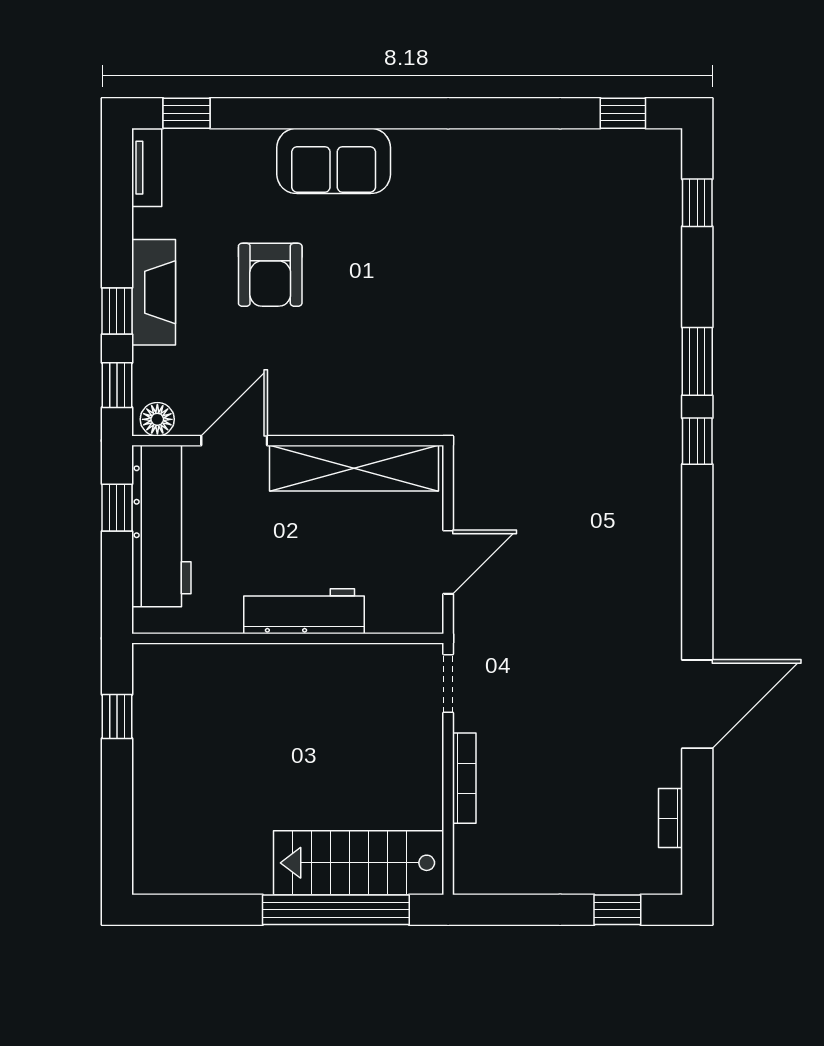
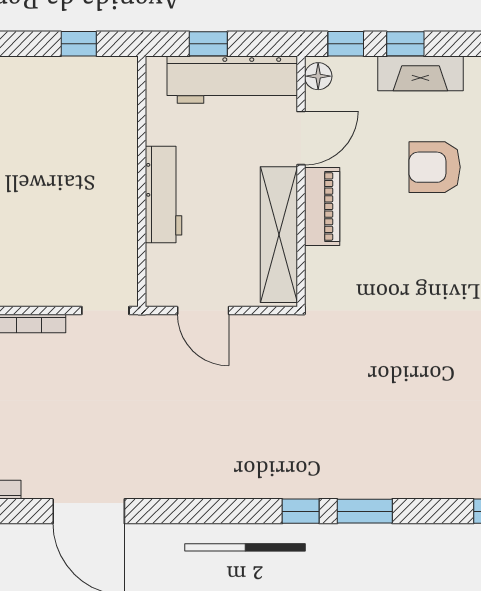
piano: (319, 414) -> (322, 206), added
door: (234, 441) -> (301, 138), hinge flipped
window: (117, 508) -> (208, 44), moved

